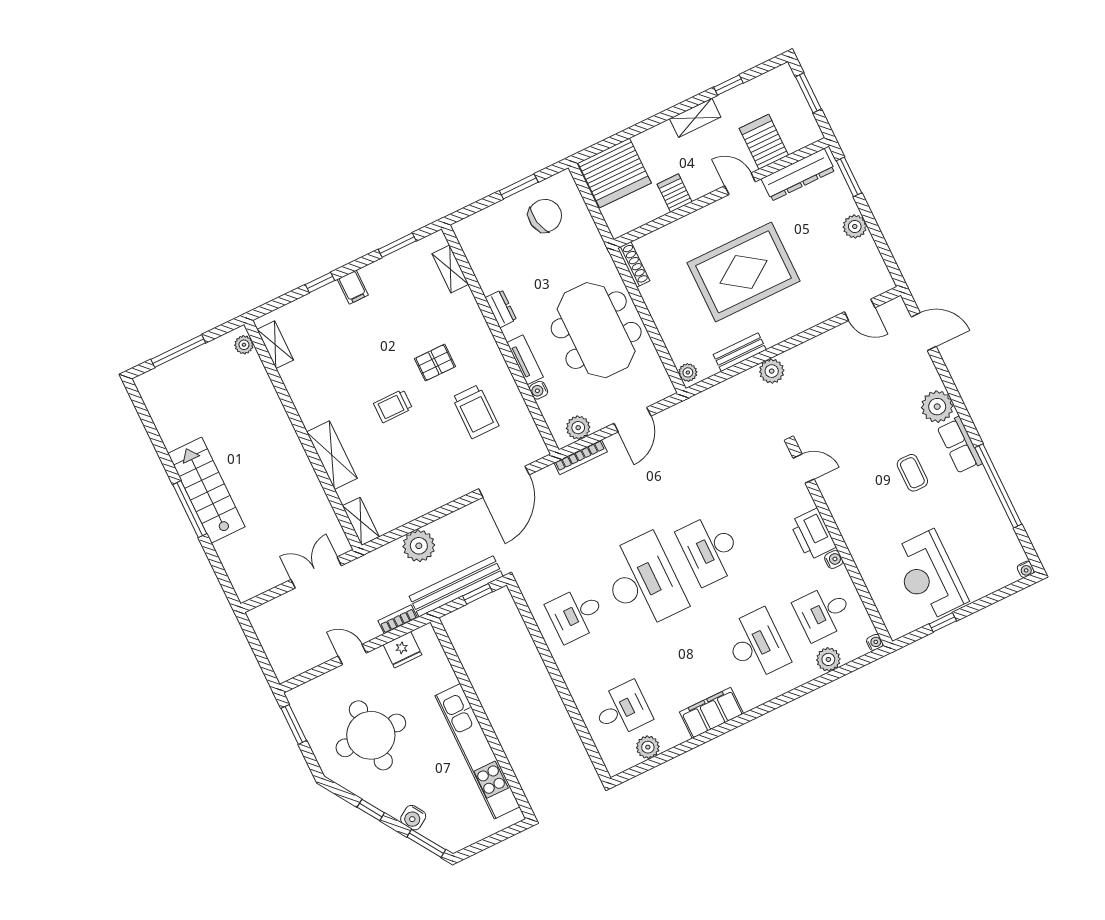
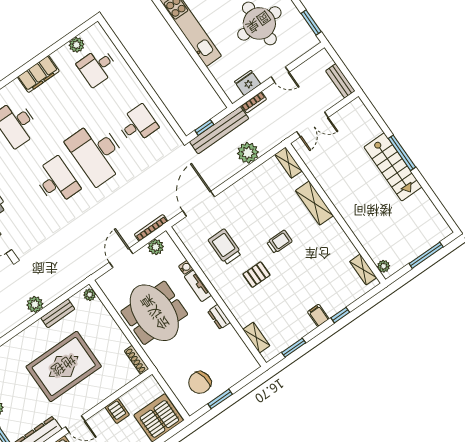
bench: (264, 631) -> (340, 81), added

